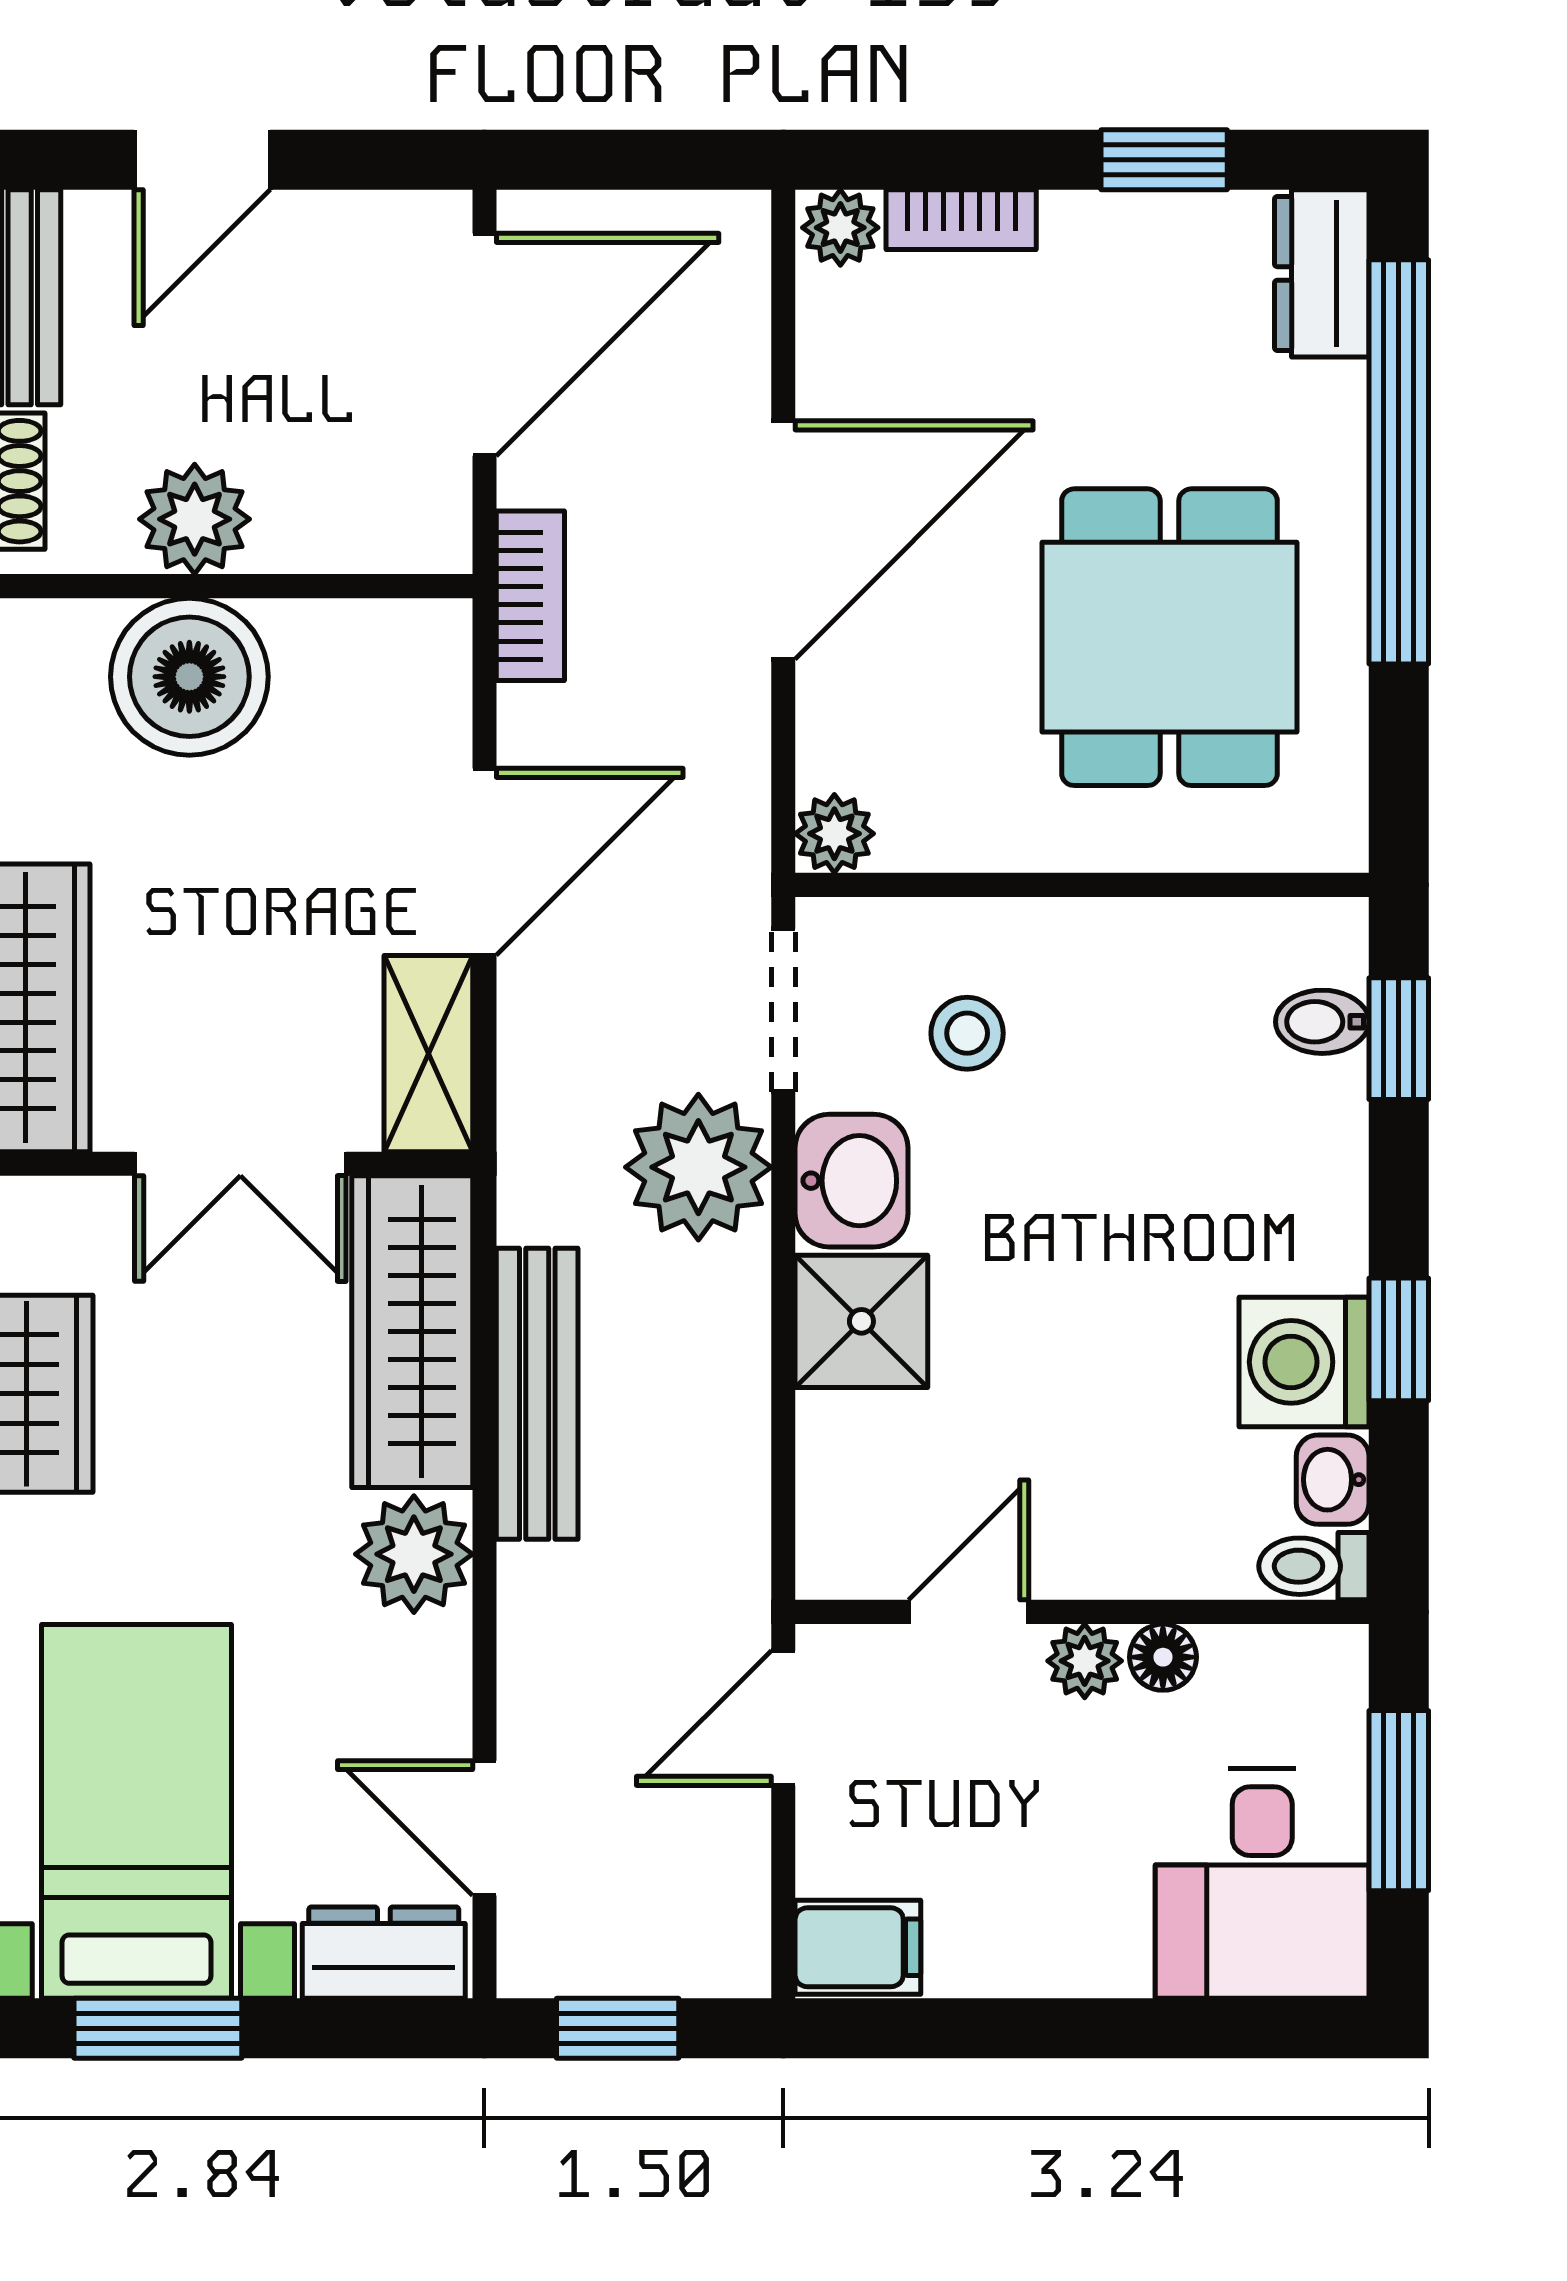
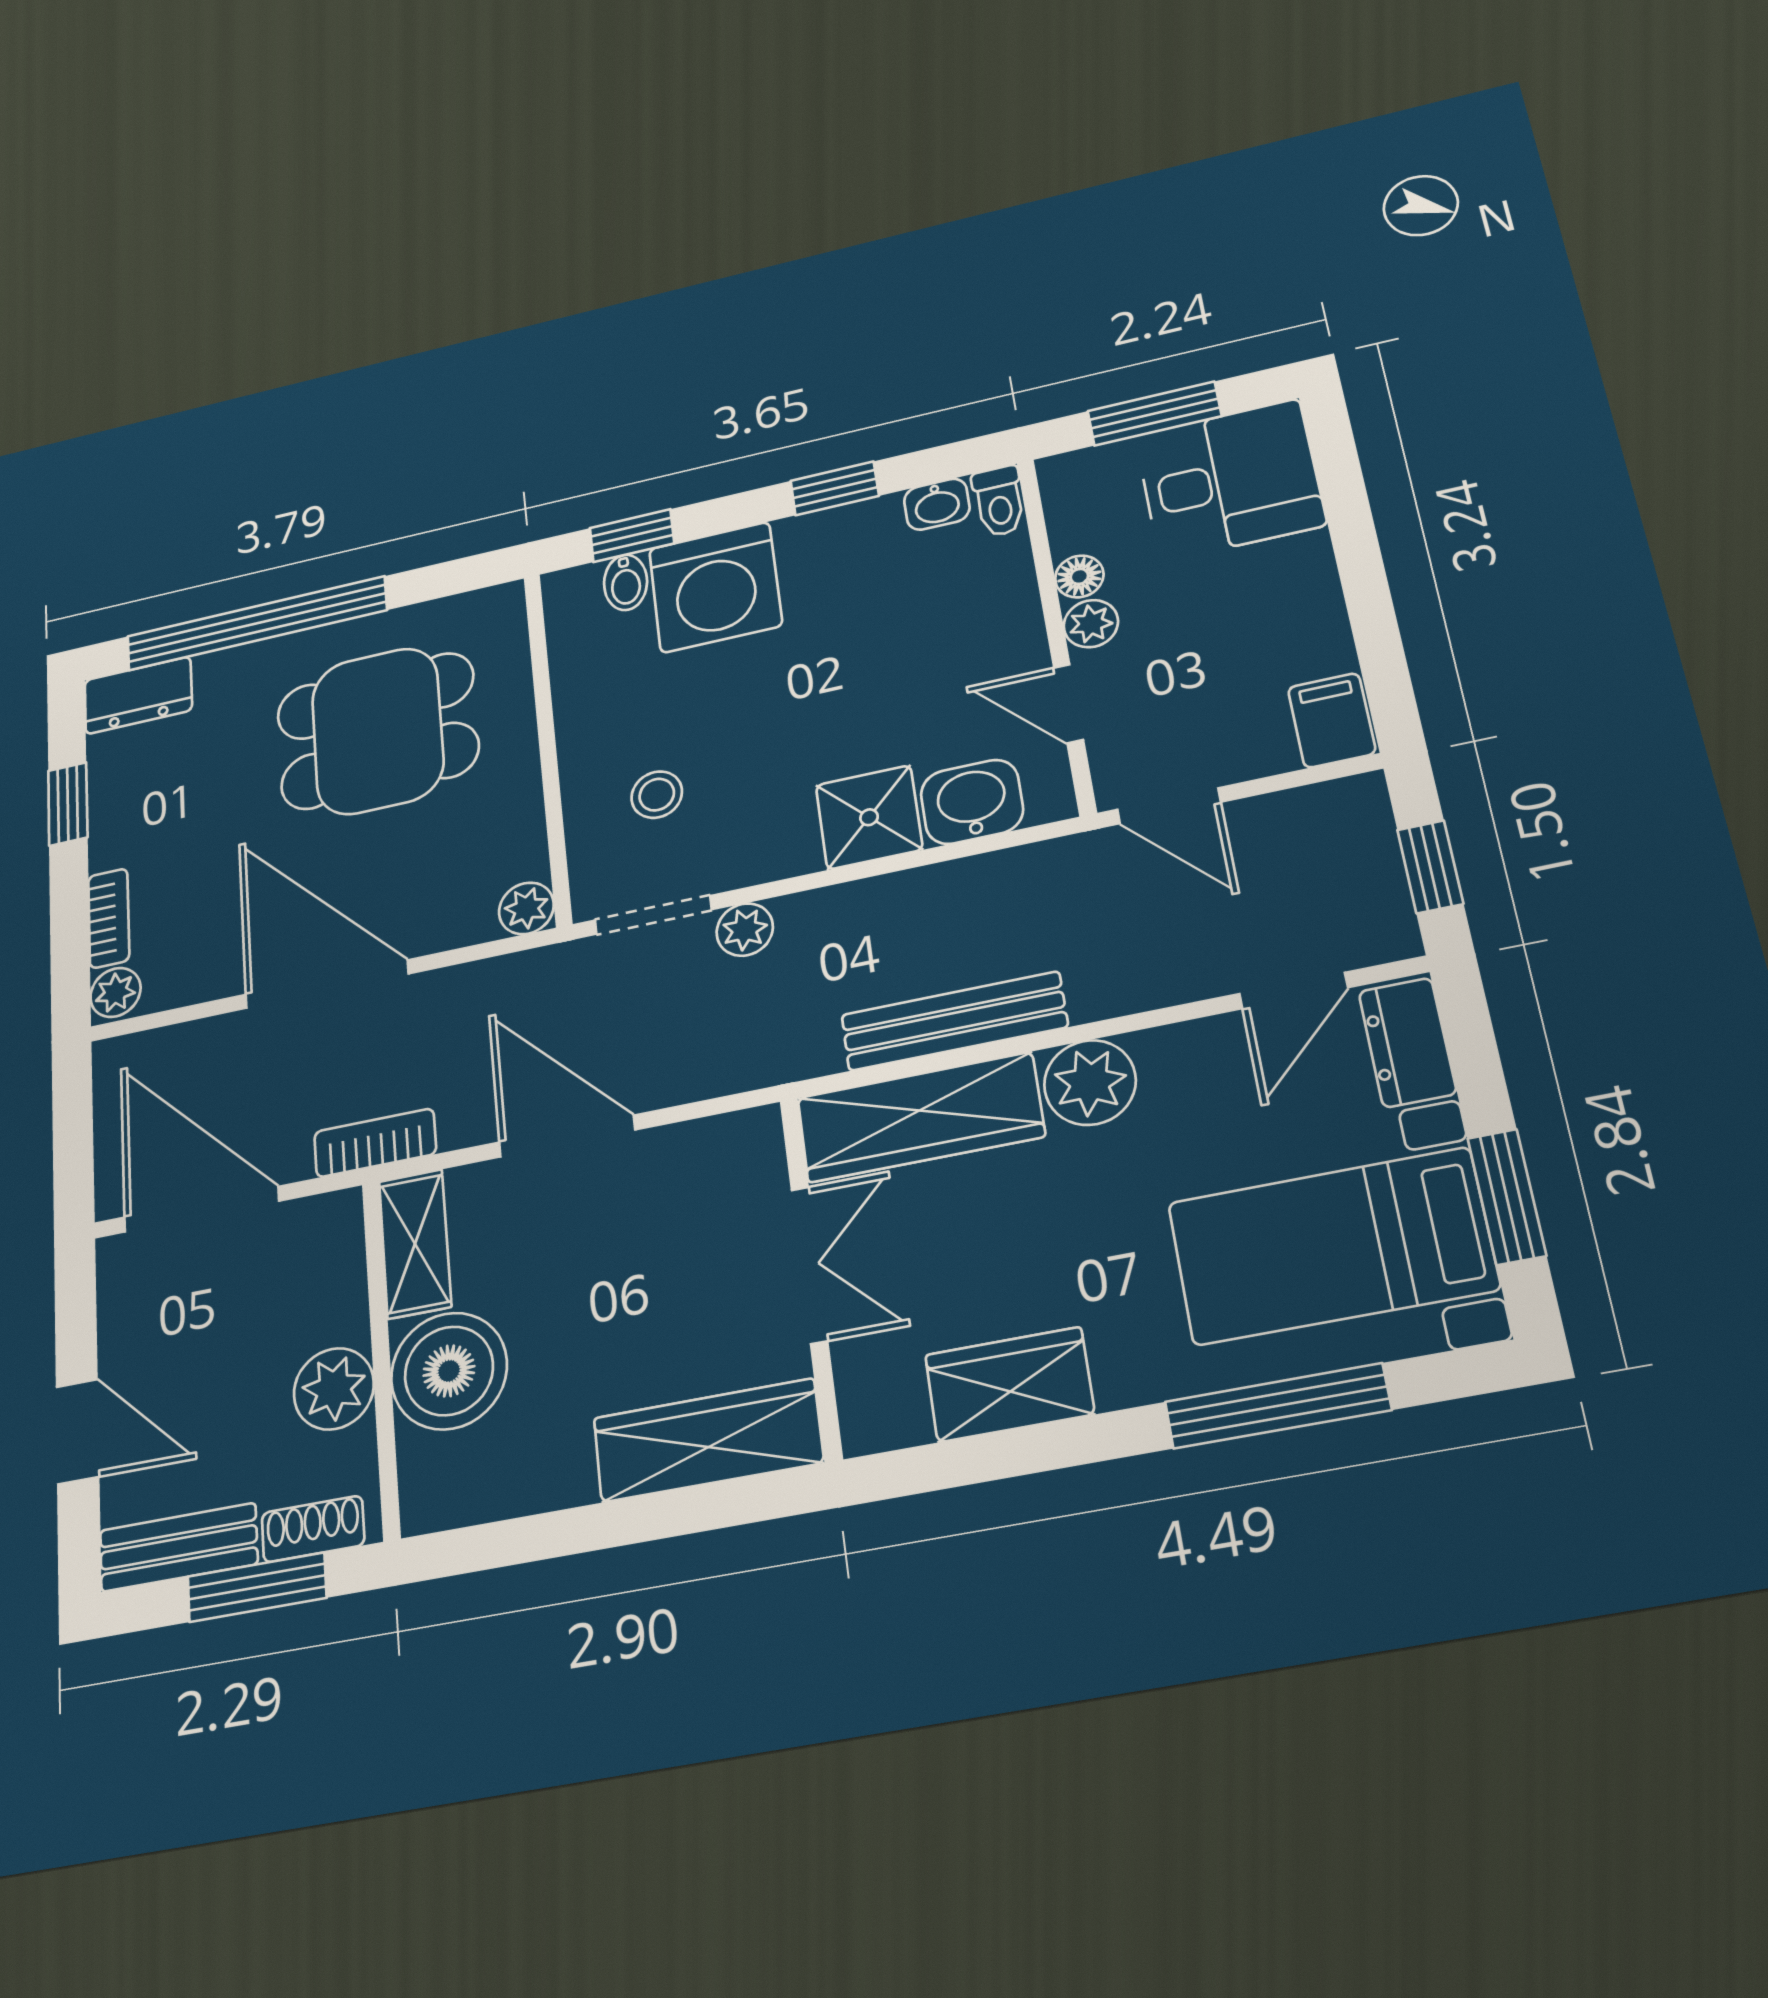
shelving: (428, 1054) -> (415, 1244), moved, turned 90
plant: (698, 1167) -> (745, 930), width x0.53, depth x0.53
washbasin: (851, 1181) -> (972, 802), moved
washing machine: (1304, 1362) -> (715, 587), moved, width x1.37, depth x1.37

